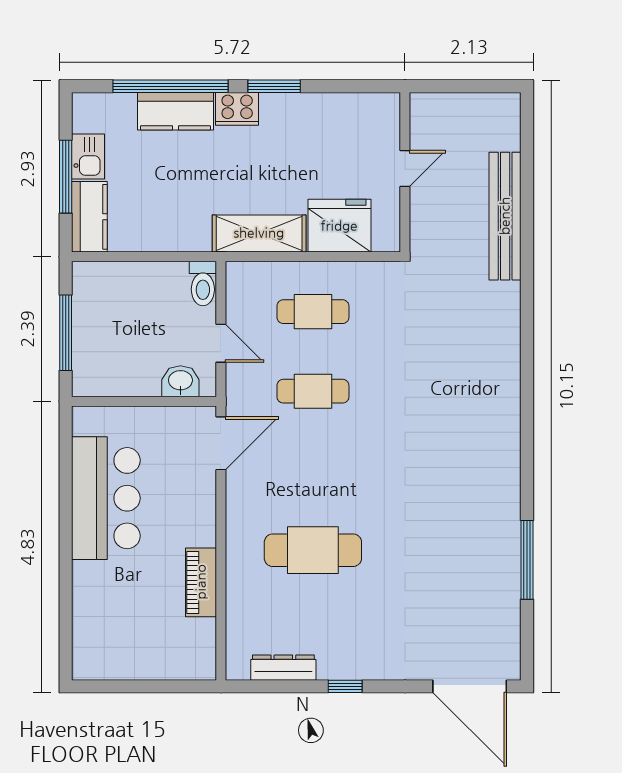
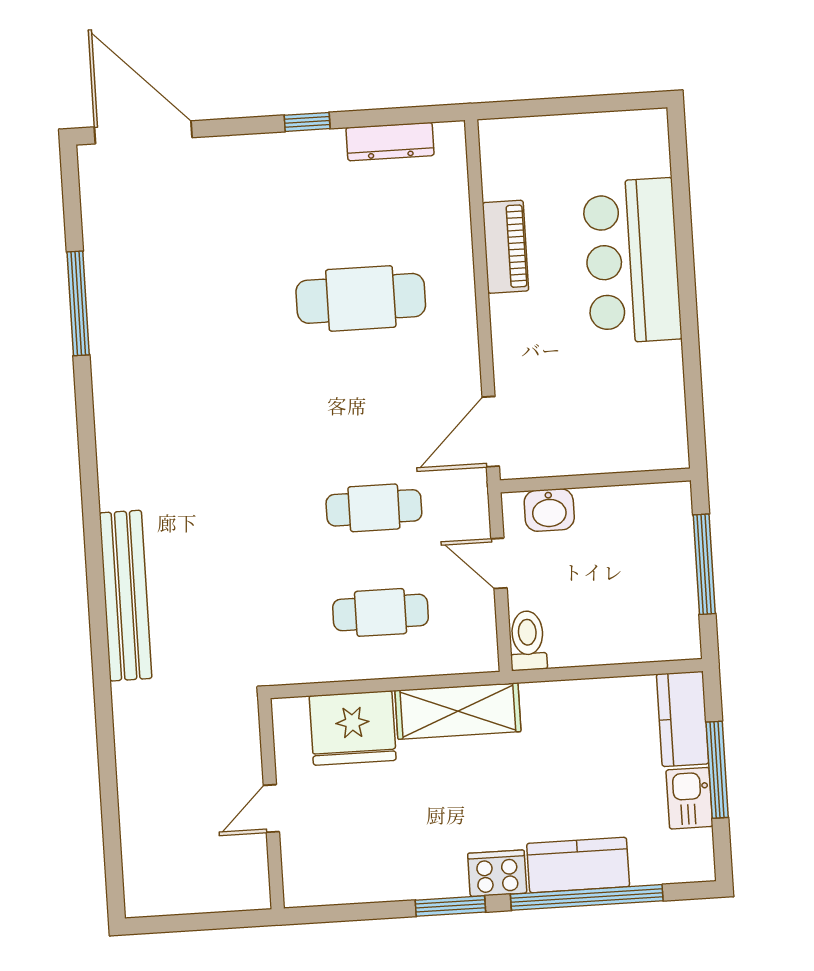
bench: (505, 216) -> (126, 596), moved
bar counter: (106, 498) -> (632, 261), moved

